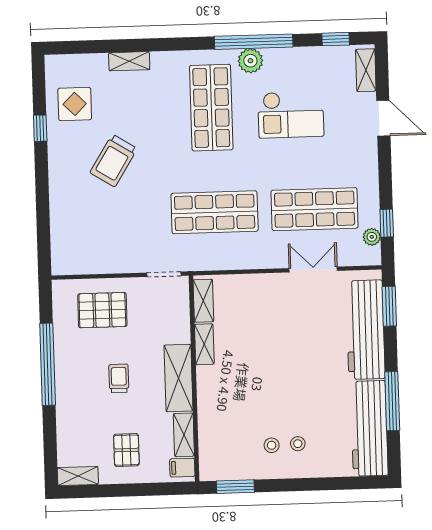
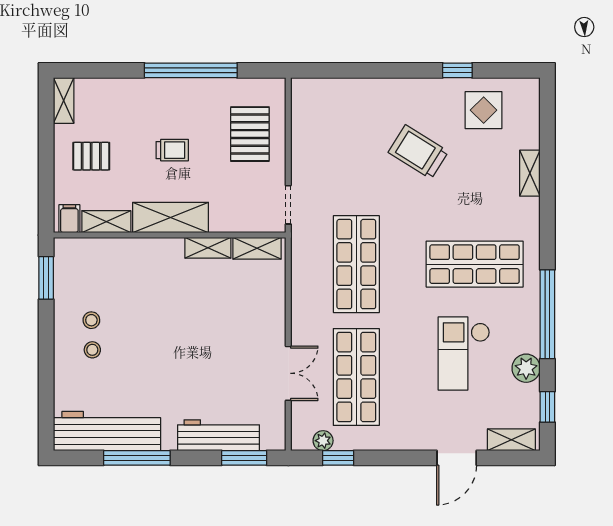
plant: (250, 61) -> (526, 368), moved
workbench: (366, 330) -> (219, 435), width x0.73, depth x0.76

